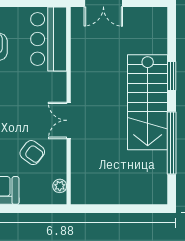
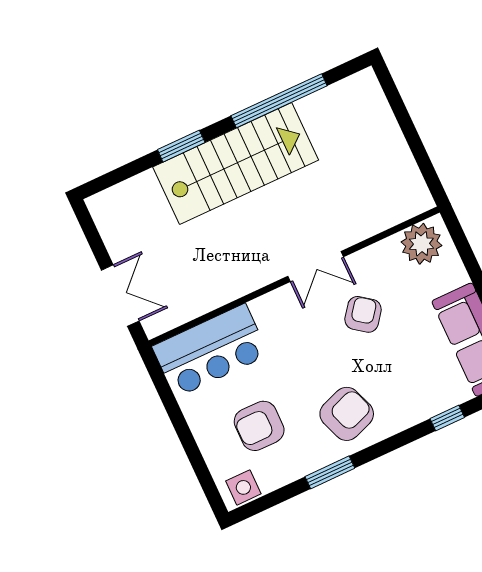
armchair: (32, 153) -> (363, 314), moved
plant: (60, 186) -> (421, 244), width x1.88, depth x1.88

